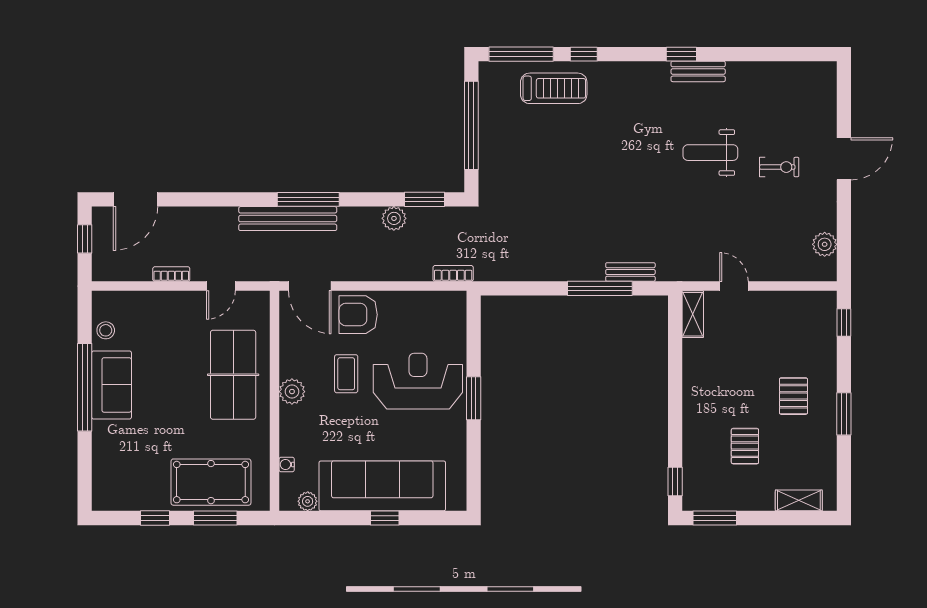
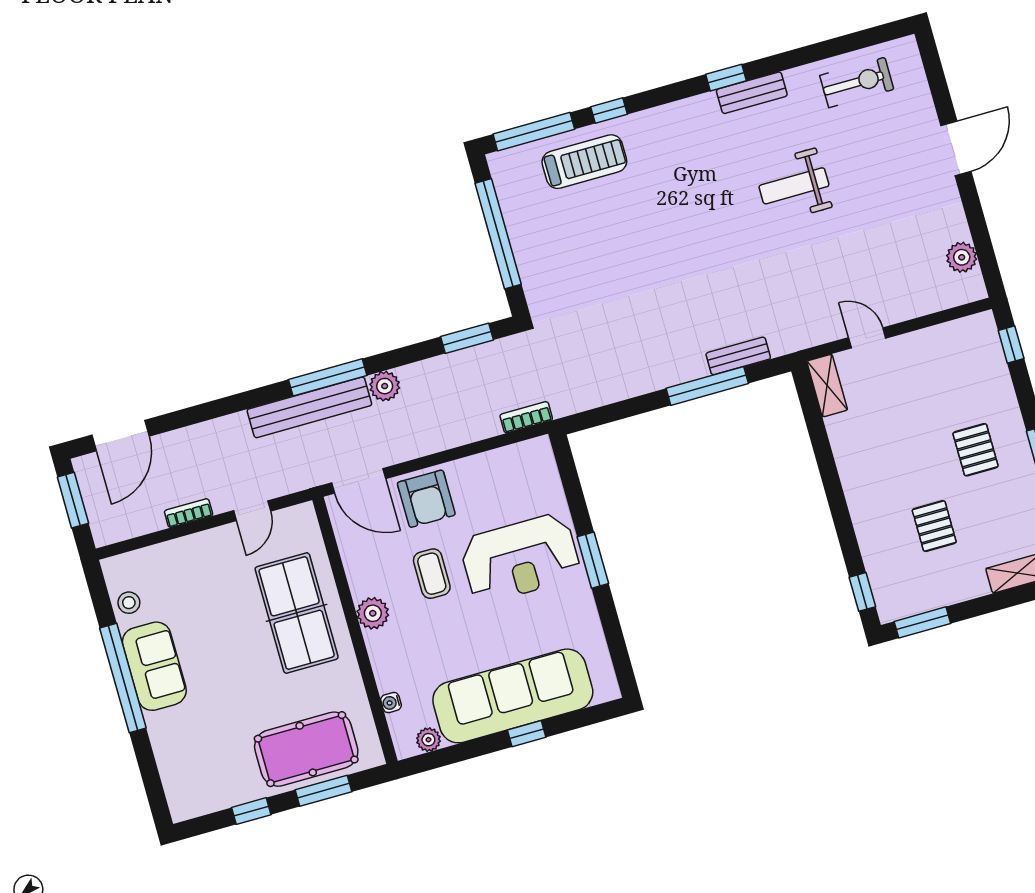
exercise bike: (779, 167) -> (857, 82), moved, width x1.38, depth x1.39
plant: (394, 218) -> (385, 386), moved
window: (85, 239) -> (73, 500), width x1.50
armchair: (358, 315) -> (426, 499), turned -90
reception desk: (418, 381) -> (520, 558), turned 180

